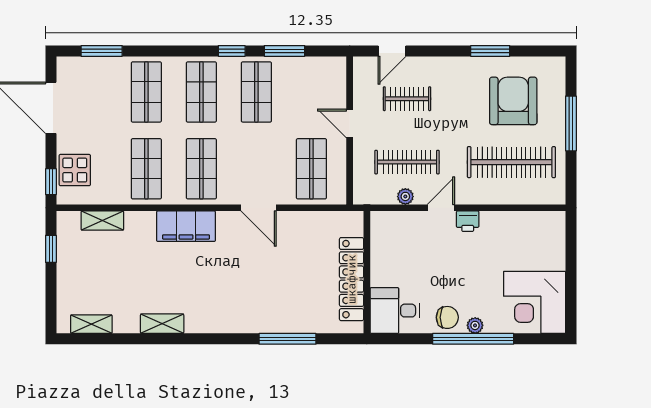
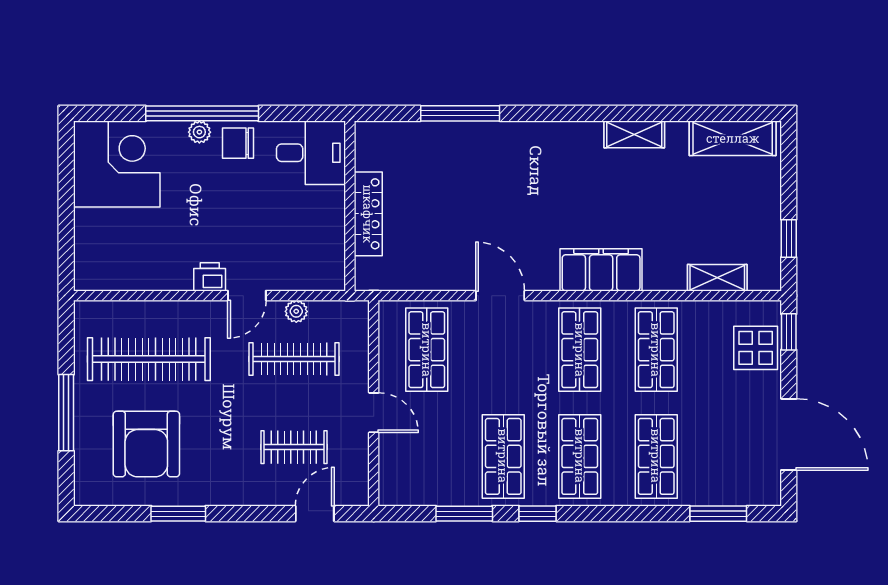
locker: (352, 279) -> (368, 214), width x0.71, depth x0.83
shelving: (91, 324) -> (733, 138), width x1.50, depth x1.33

